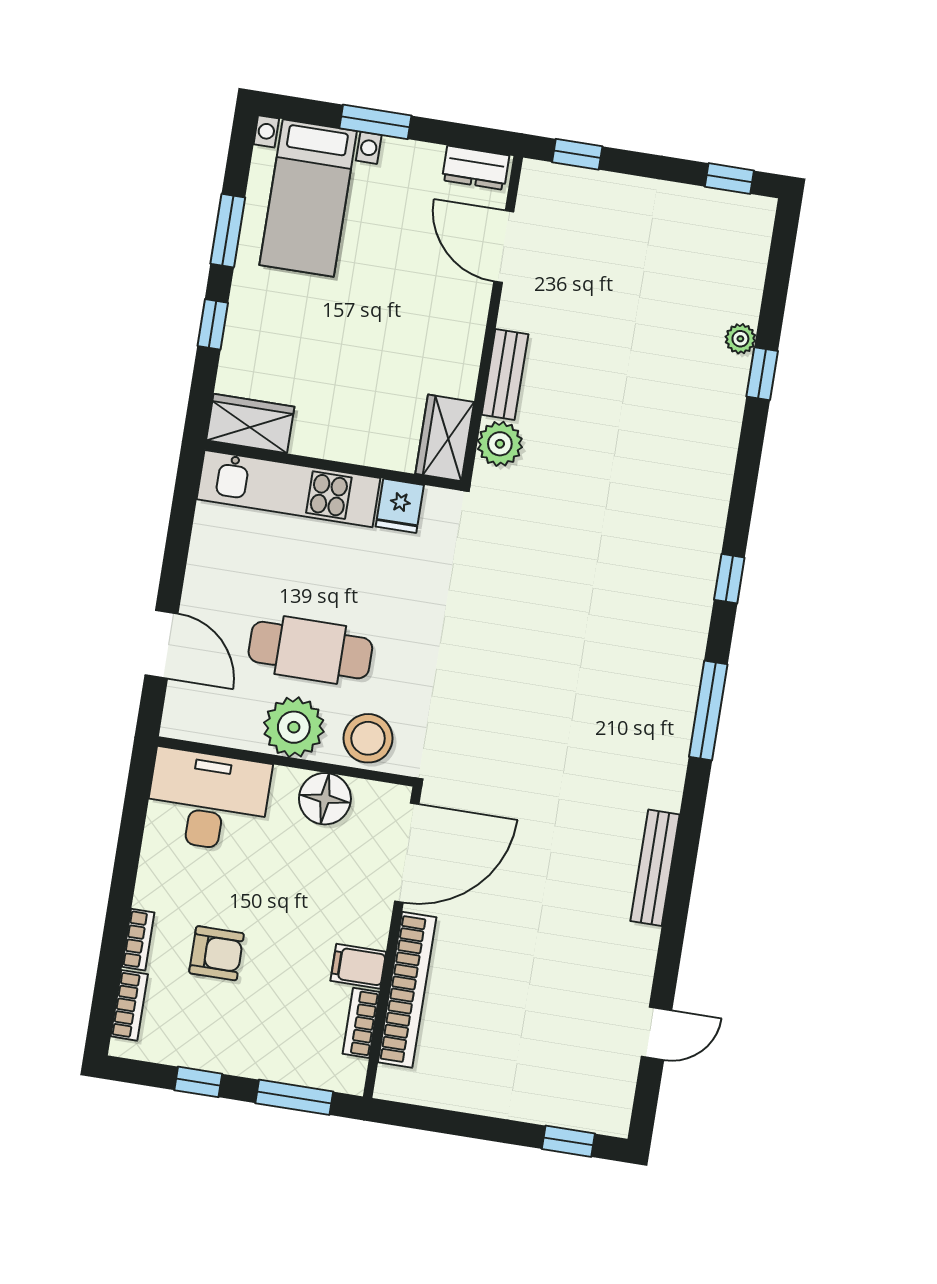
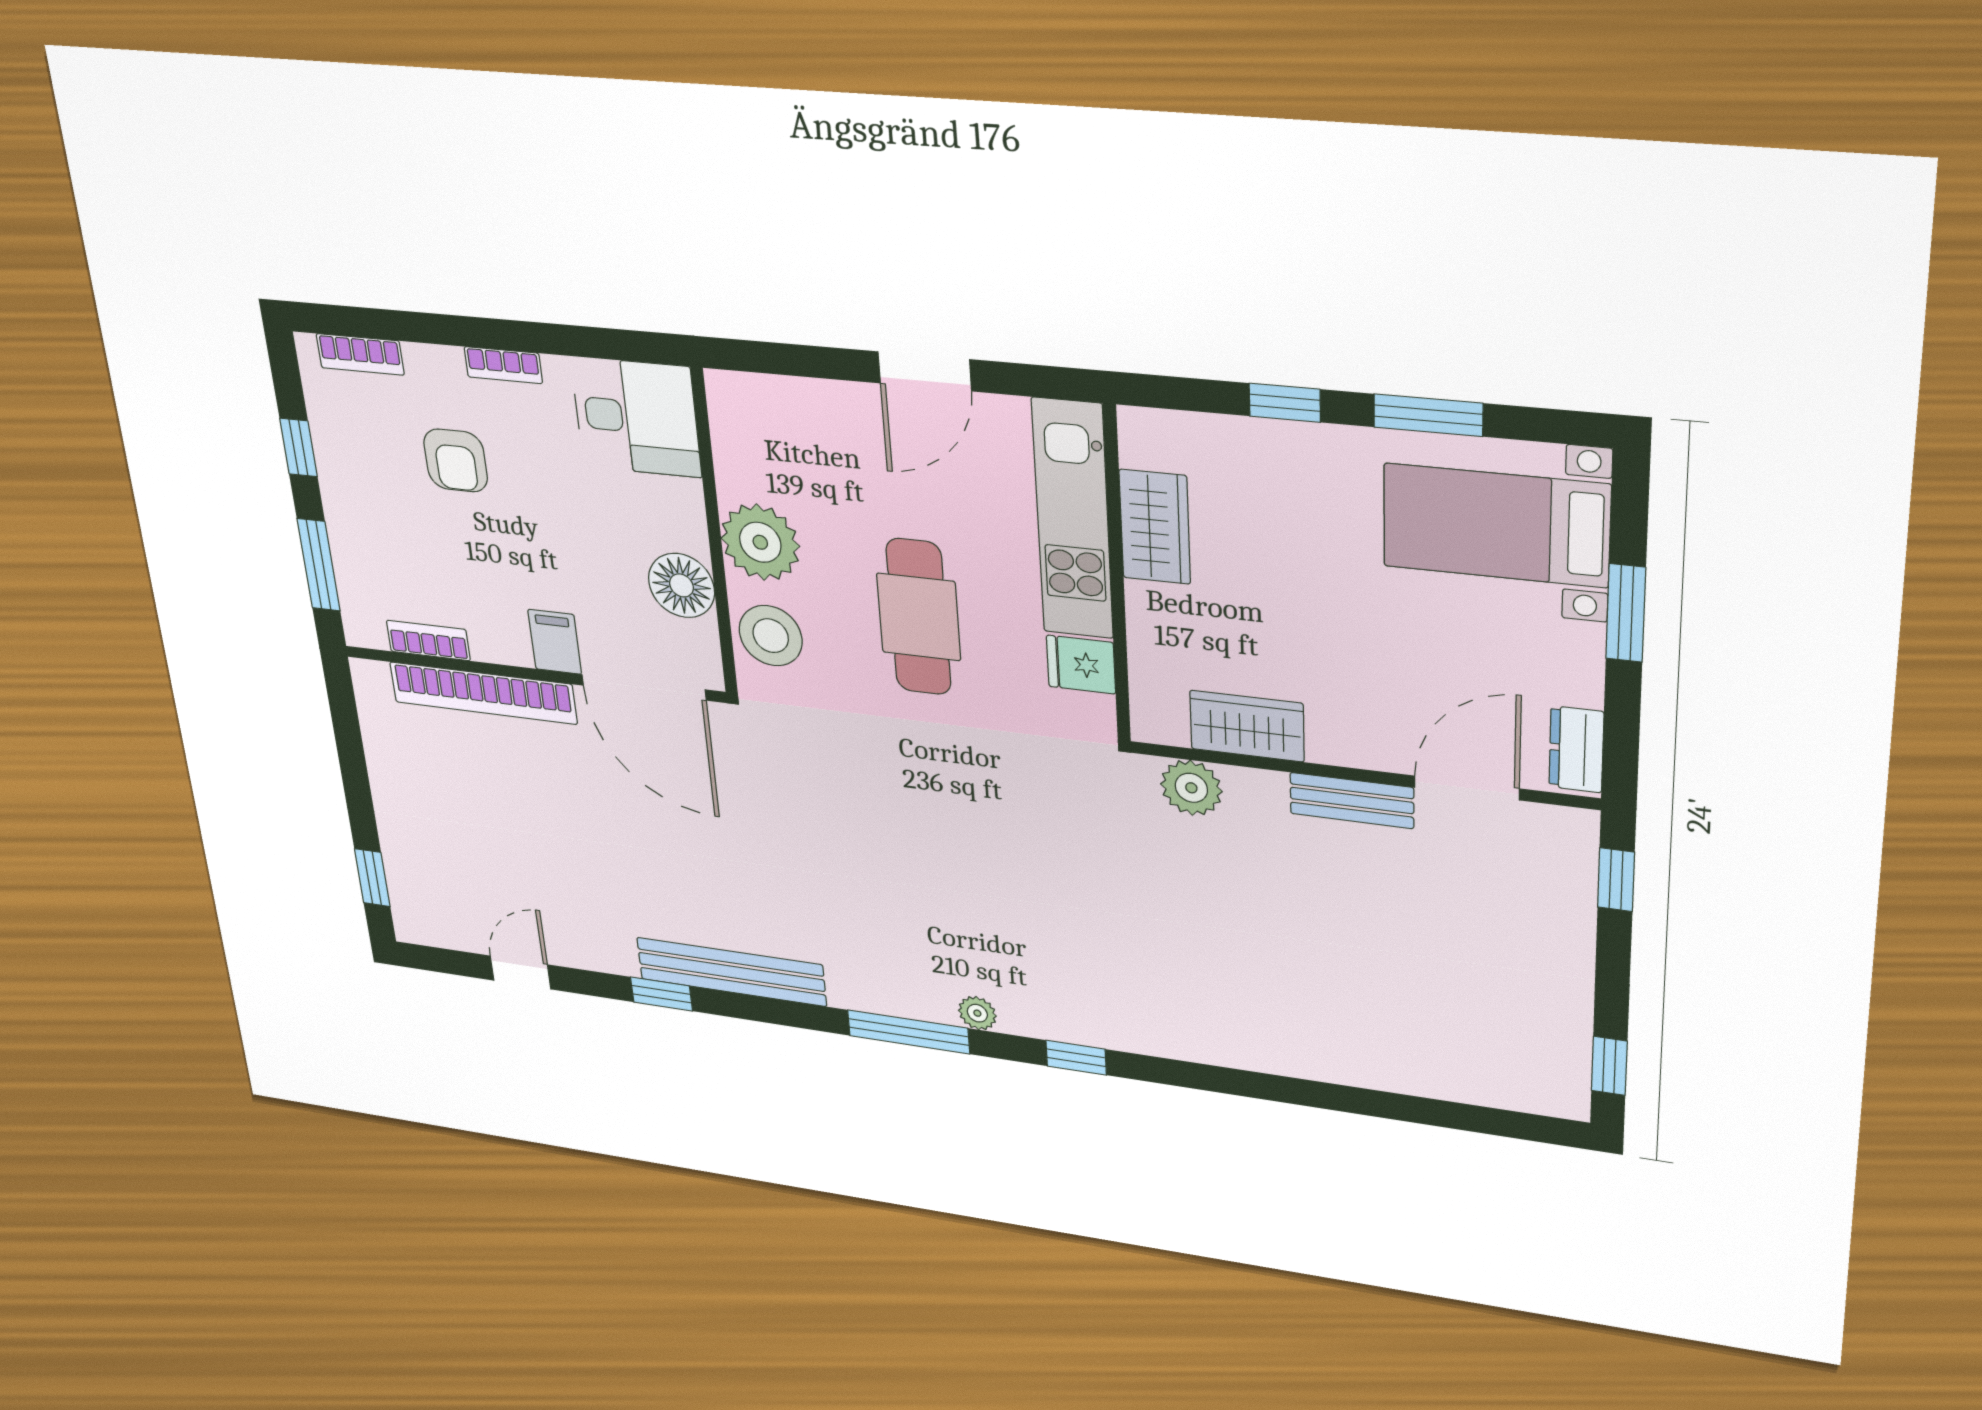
plant: (740, 339) -> (977, 1013), moved
bench: (505, 374) -> (1352, 801), moved
window: (762, 374) -> (661, 994), moved
wardrobe: (250, 424) -> (1155, 527), moved
wardrobe: (445, 438) -> (1247, 726), moved
door: (161, 644) -> (925, 371), moved
cafe table: (310, 650) -> (919, 617), moved
desk: (208, 801) -> (636, 417), width x0.73
bench: (655, 868) -> (731, 972), width x1.37, depth x1.21
bookcase: (138, 940) -> (503, 365), moved
filing cabinet: (358, 966) -> (555, 642), moved
door: (656, 1033) -> (520, 972), swing flipped

